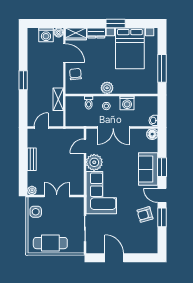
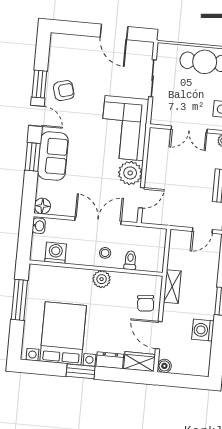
washing machine: (46, 35) -> (203, 330), moved, turned -90
shelving: (58, 99) -> (172, 287), moved
washing machine: (127, 103) -> (56, 253), moved

